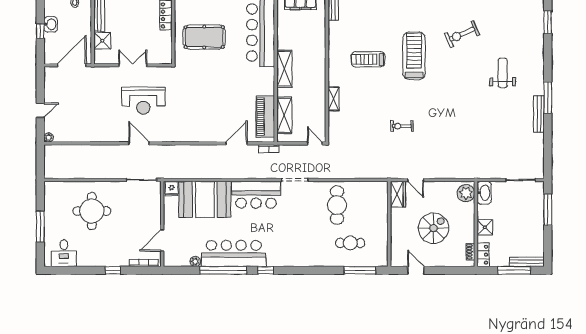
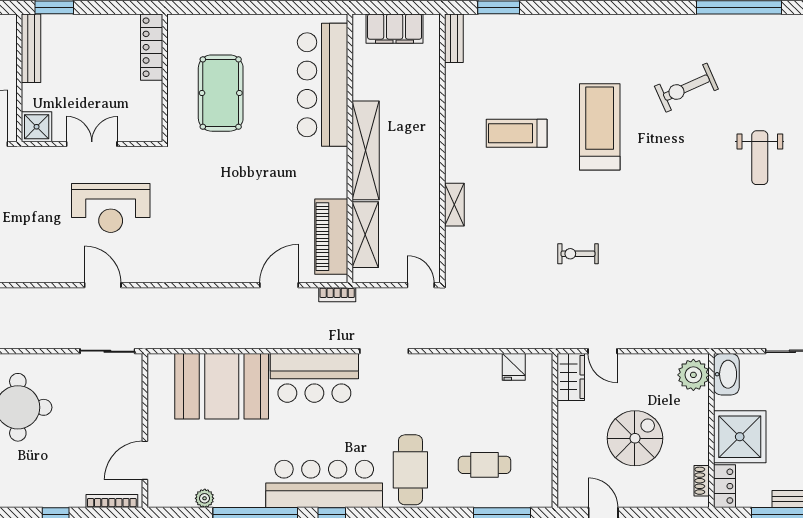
pool table: (204, 37) -> (221, 93), turned 90
shower: (102, 41) -> (37, 127), moved
shelving: (284, 69) -> (366, 150), width x1.47
weight bench: (503, 73) -> (760, 158), turned 180
fridge: (172, 189) -> (514, 367), moved
cafe table: (337, 205) -> (410, 470), moved
shower: (485, 227) -> (740, 437), width x1.86, depth x1.86
bar counter: (234, 253) -> (324, 484), moved

